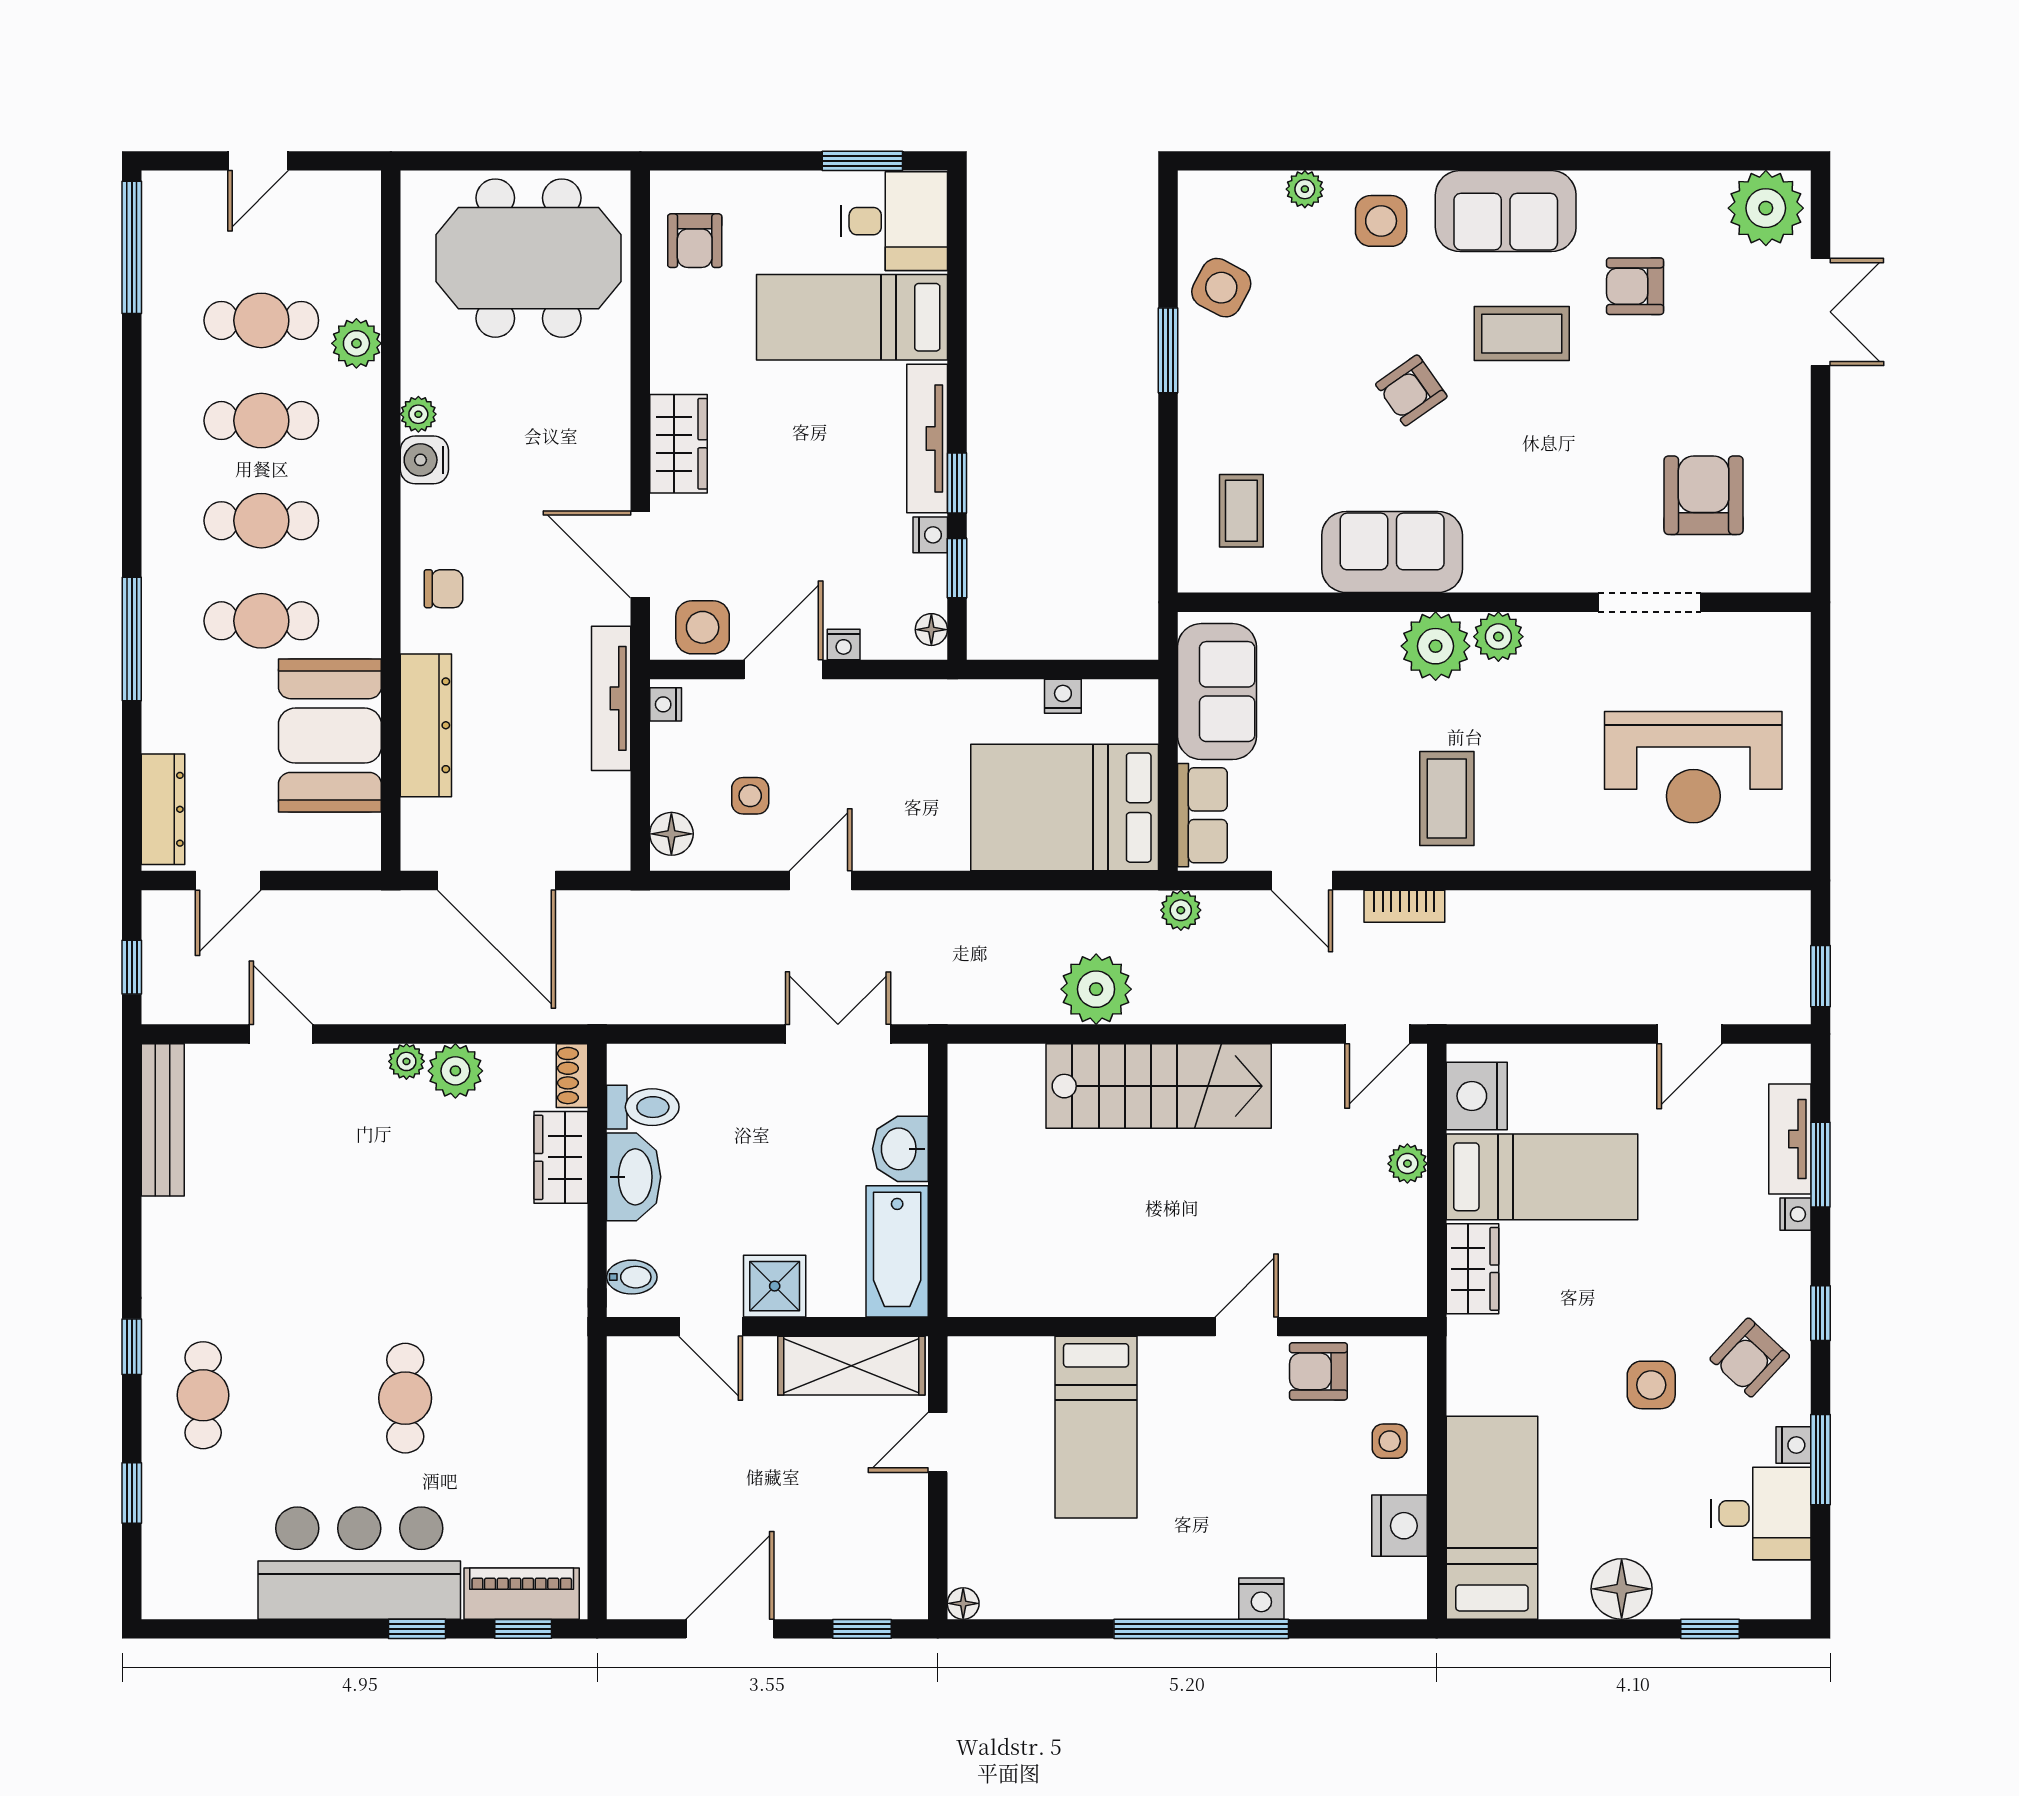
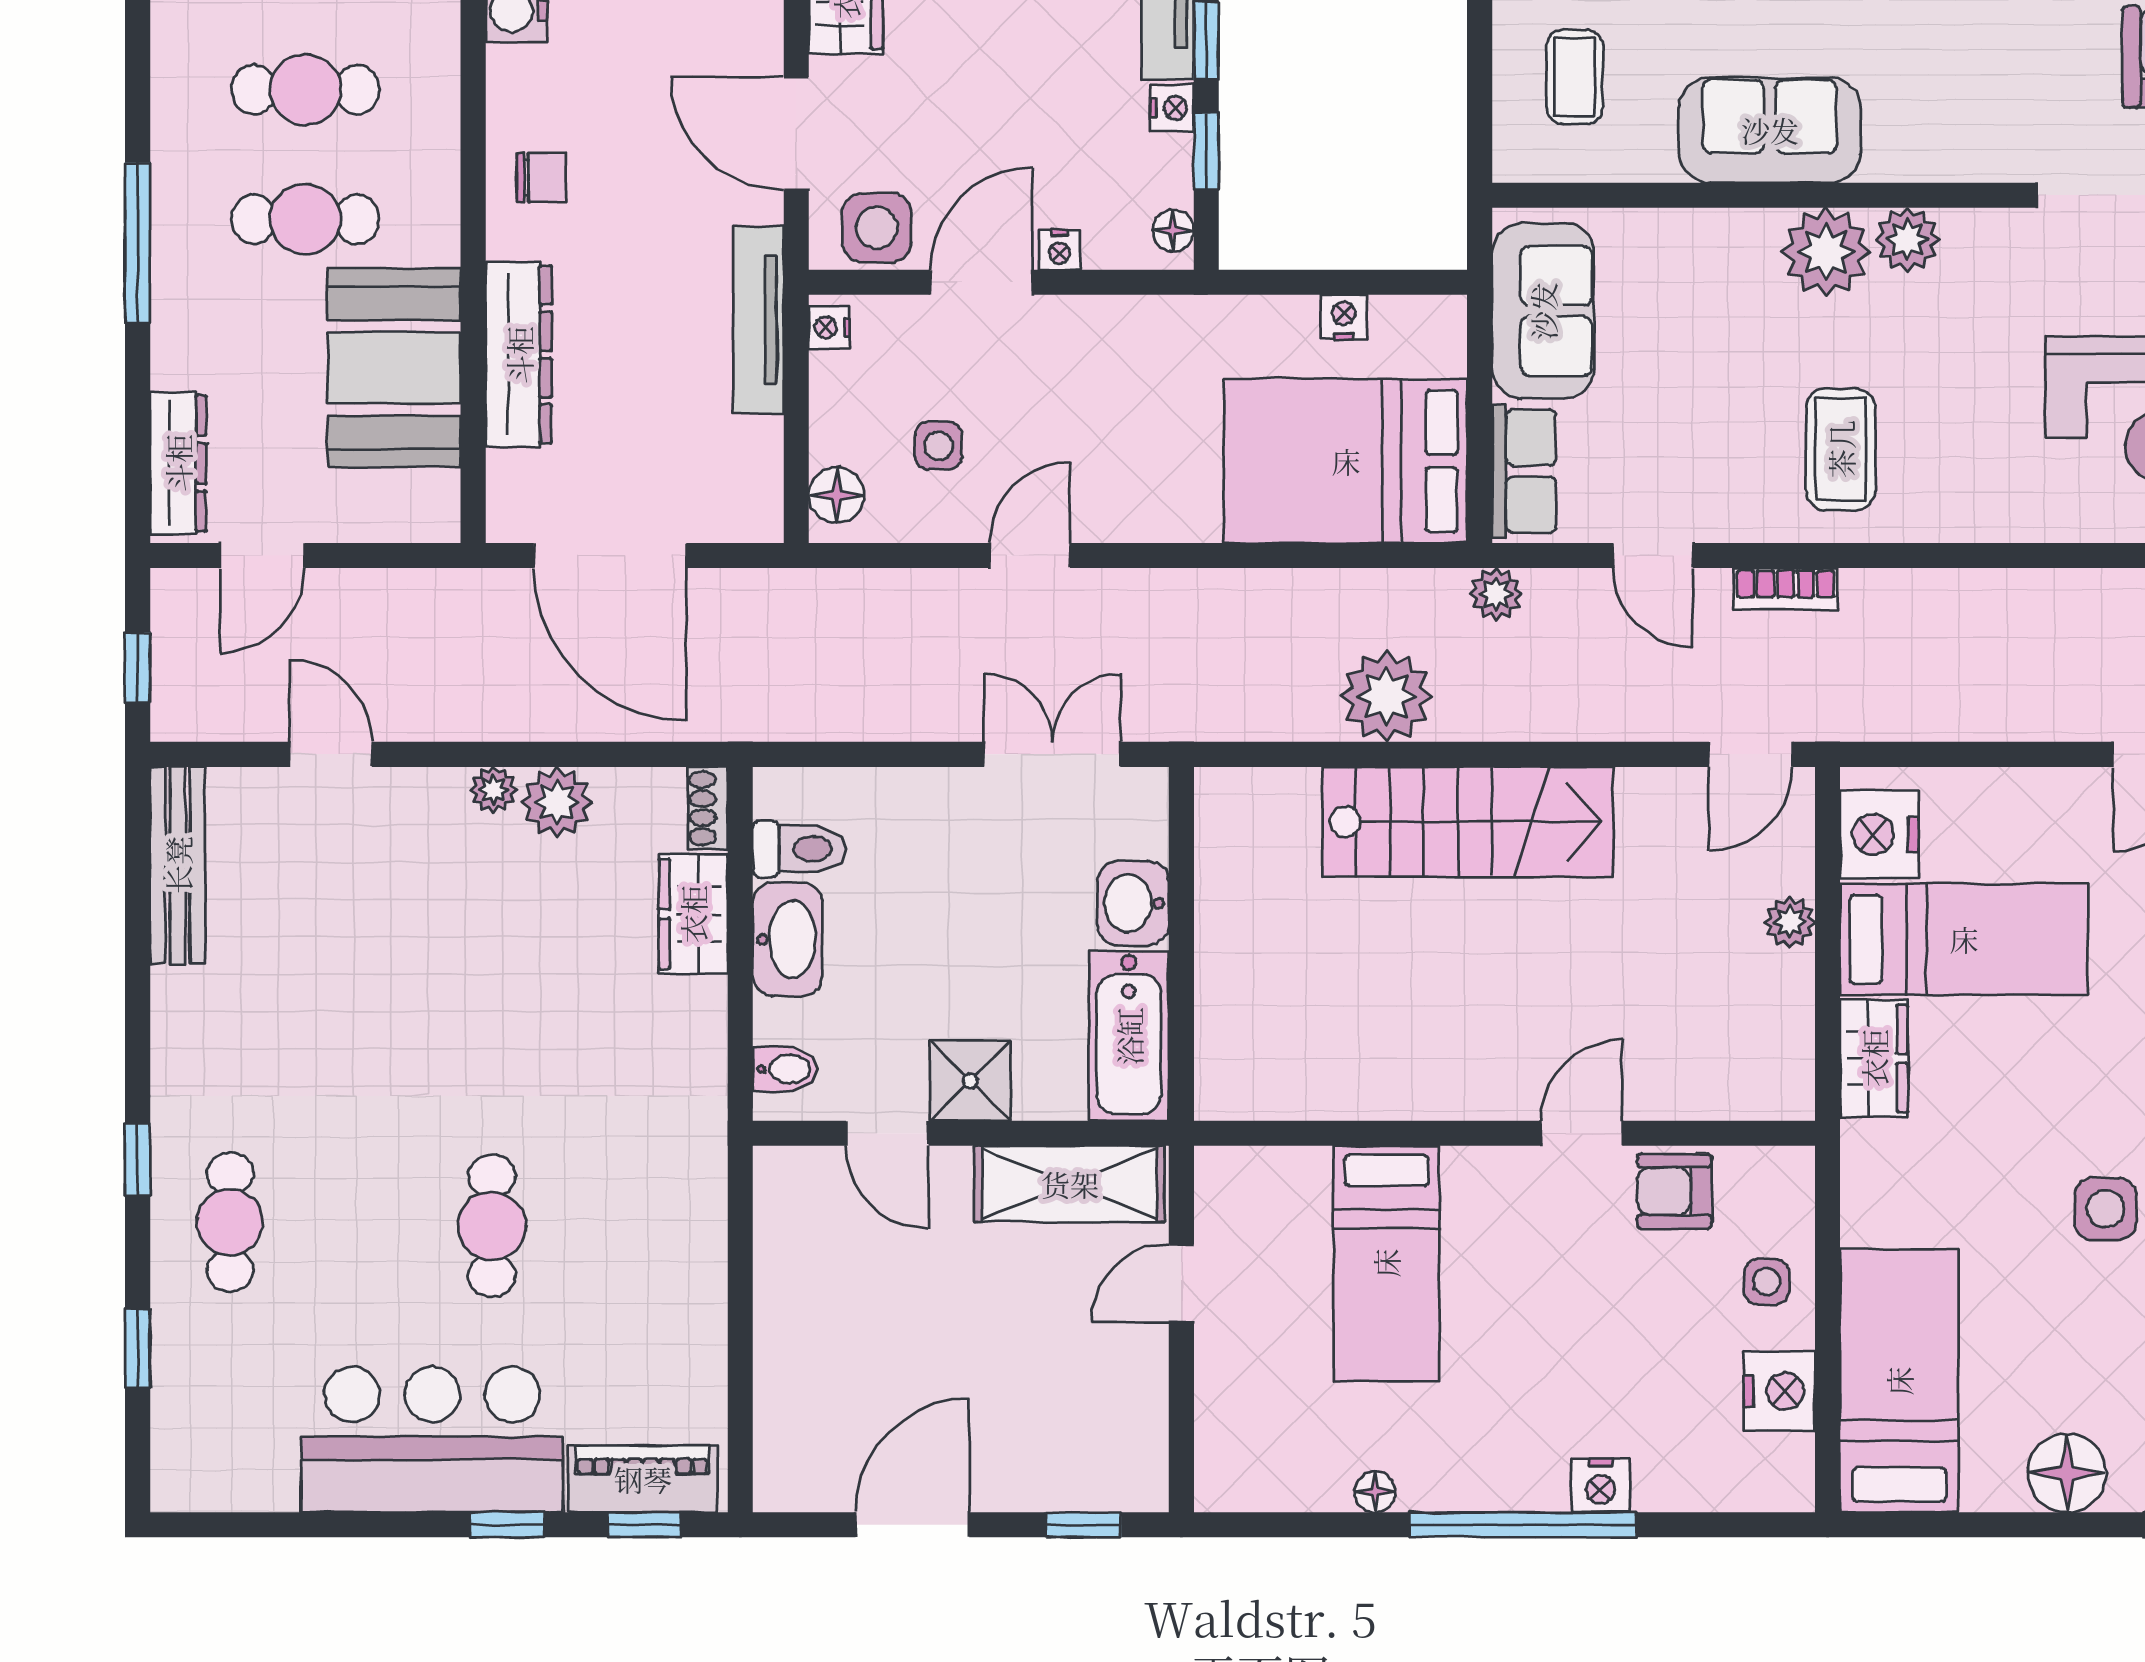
floor lamp: (963, 1603) -> (1375, 1492), moved

